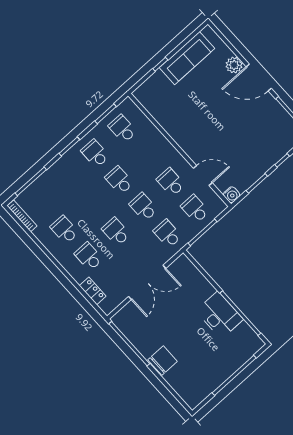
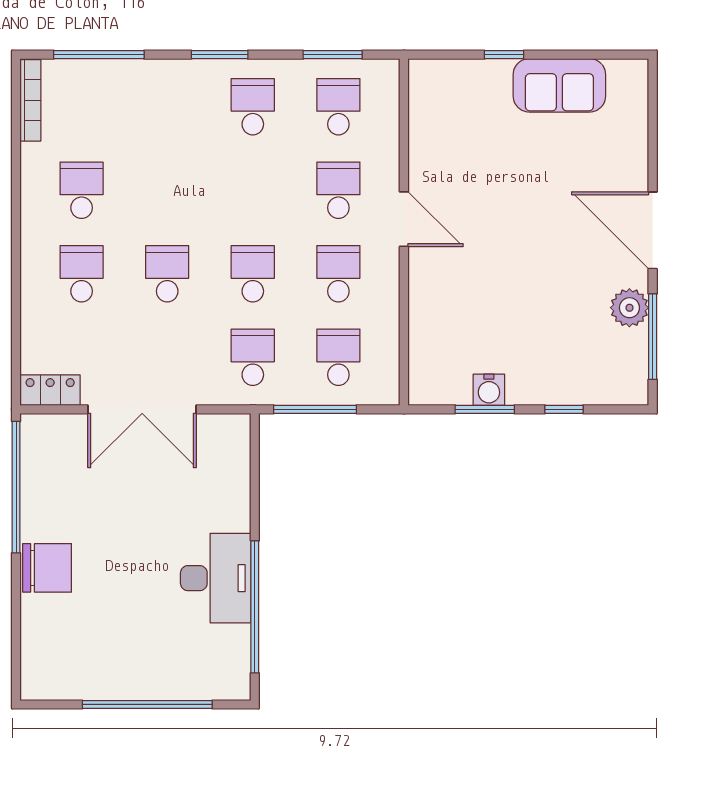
sofa: (187, 58) -> (559, 85), width x0.73
plant: (234, 65) -> (629, 308), moved
door: (203, 176) -> (404, 219), moved
school desk: (119, 180) -> (338, 190), moved
water cooler: (232, 195) -> (489, 390), moved
locker: (93, 291) -> (50, 390), moved, turned -90

